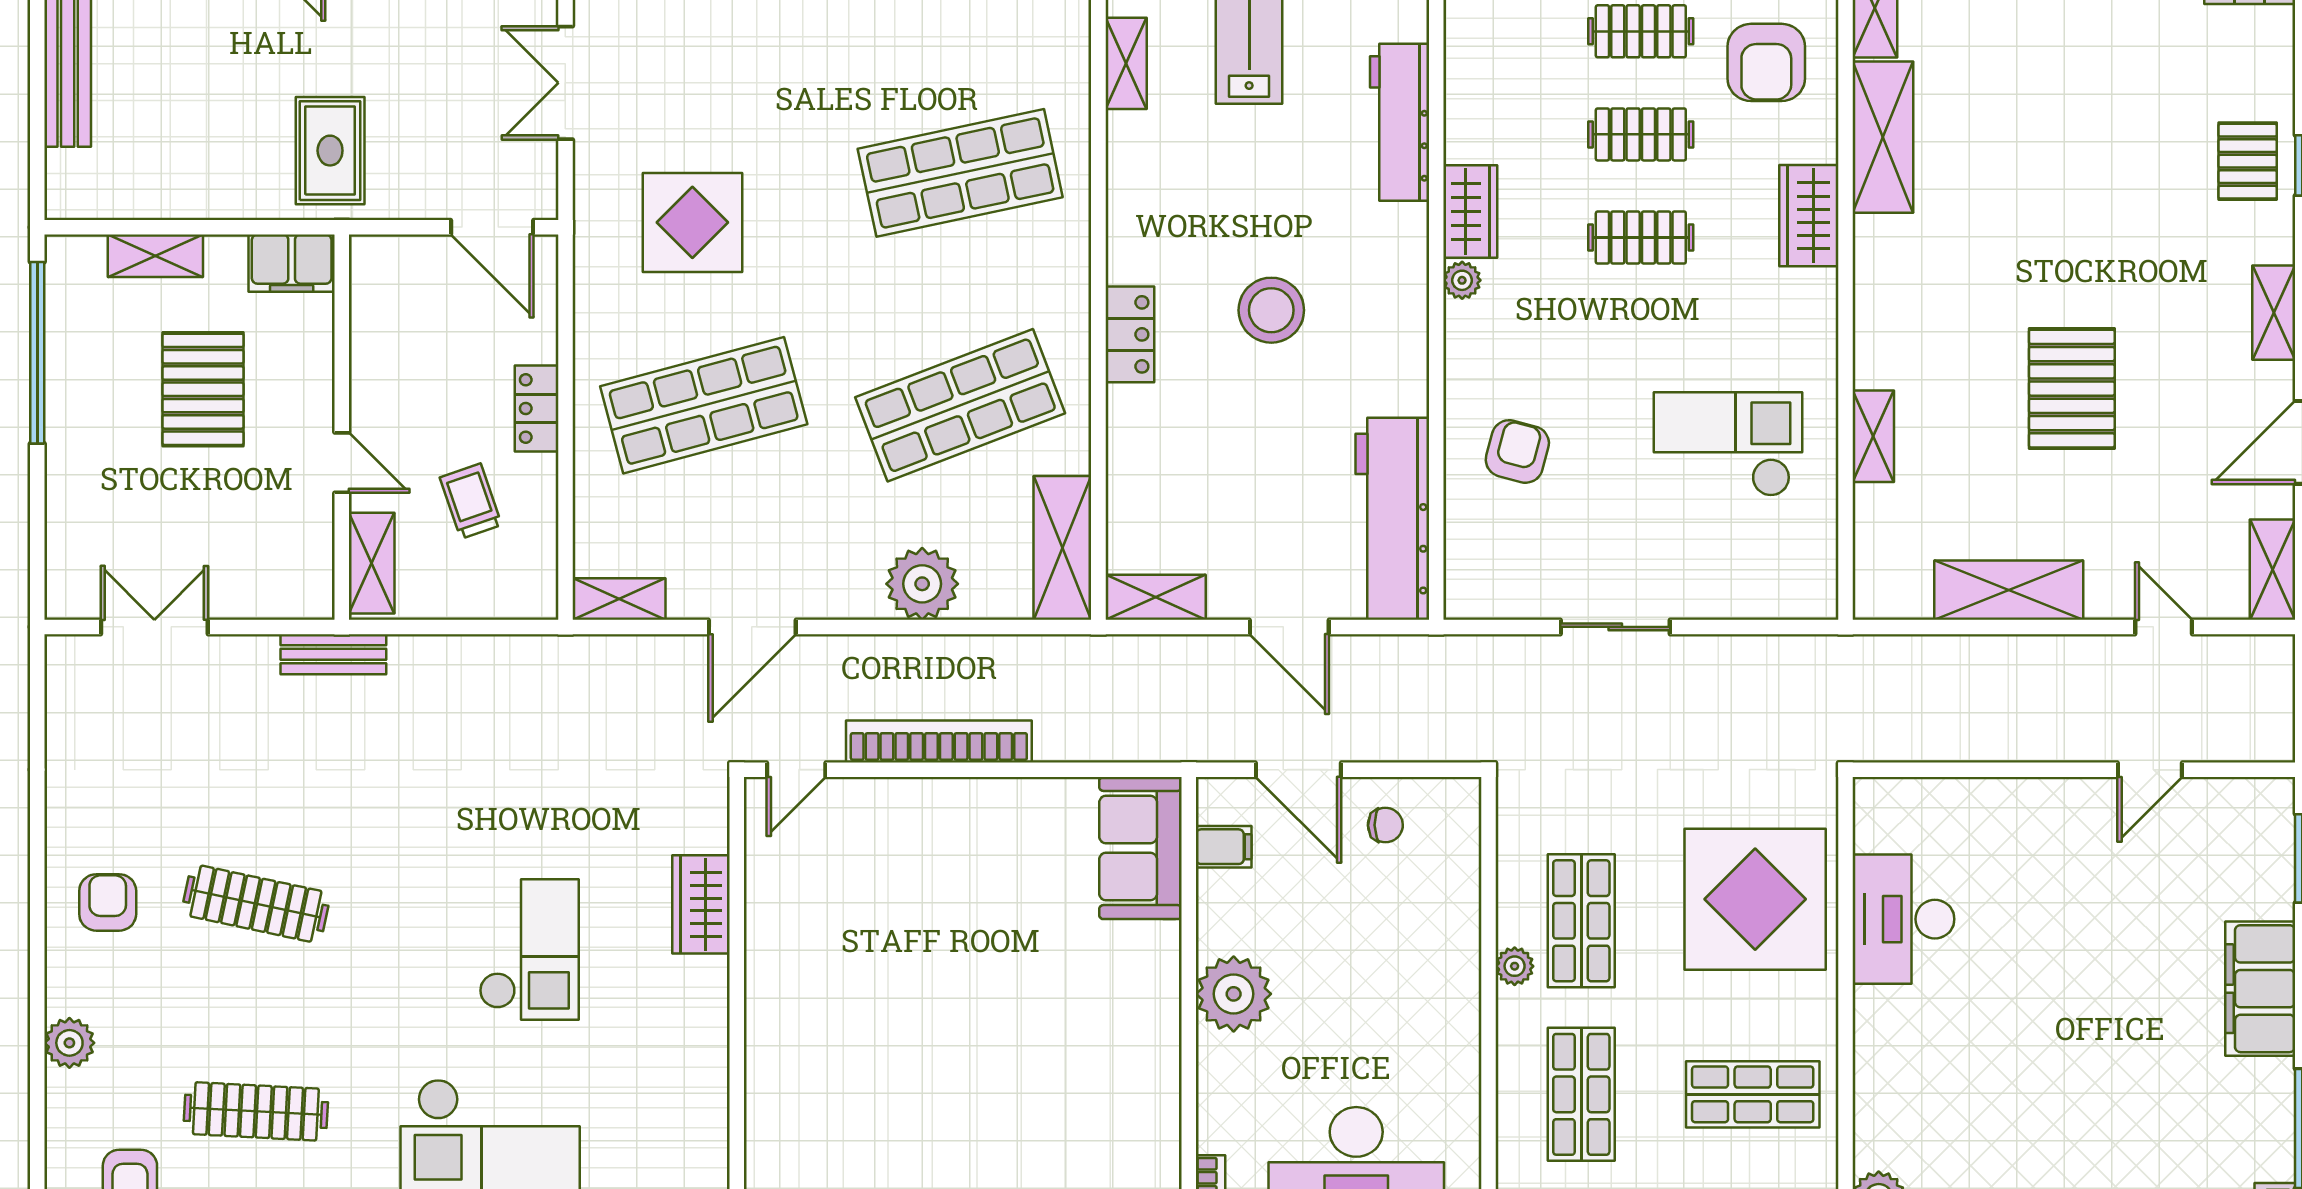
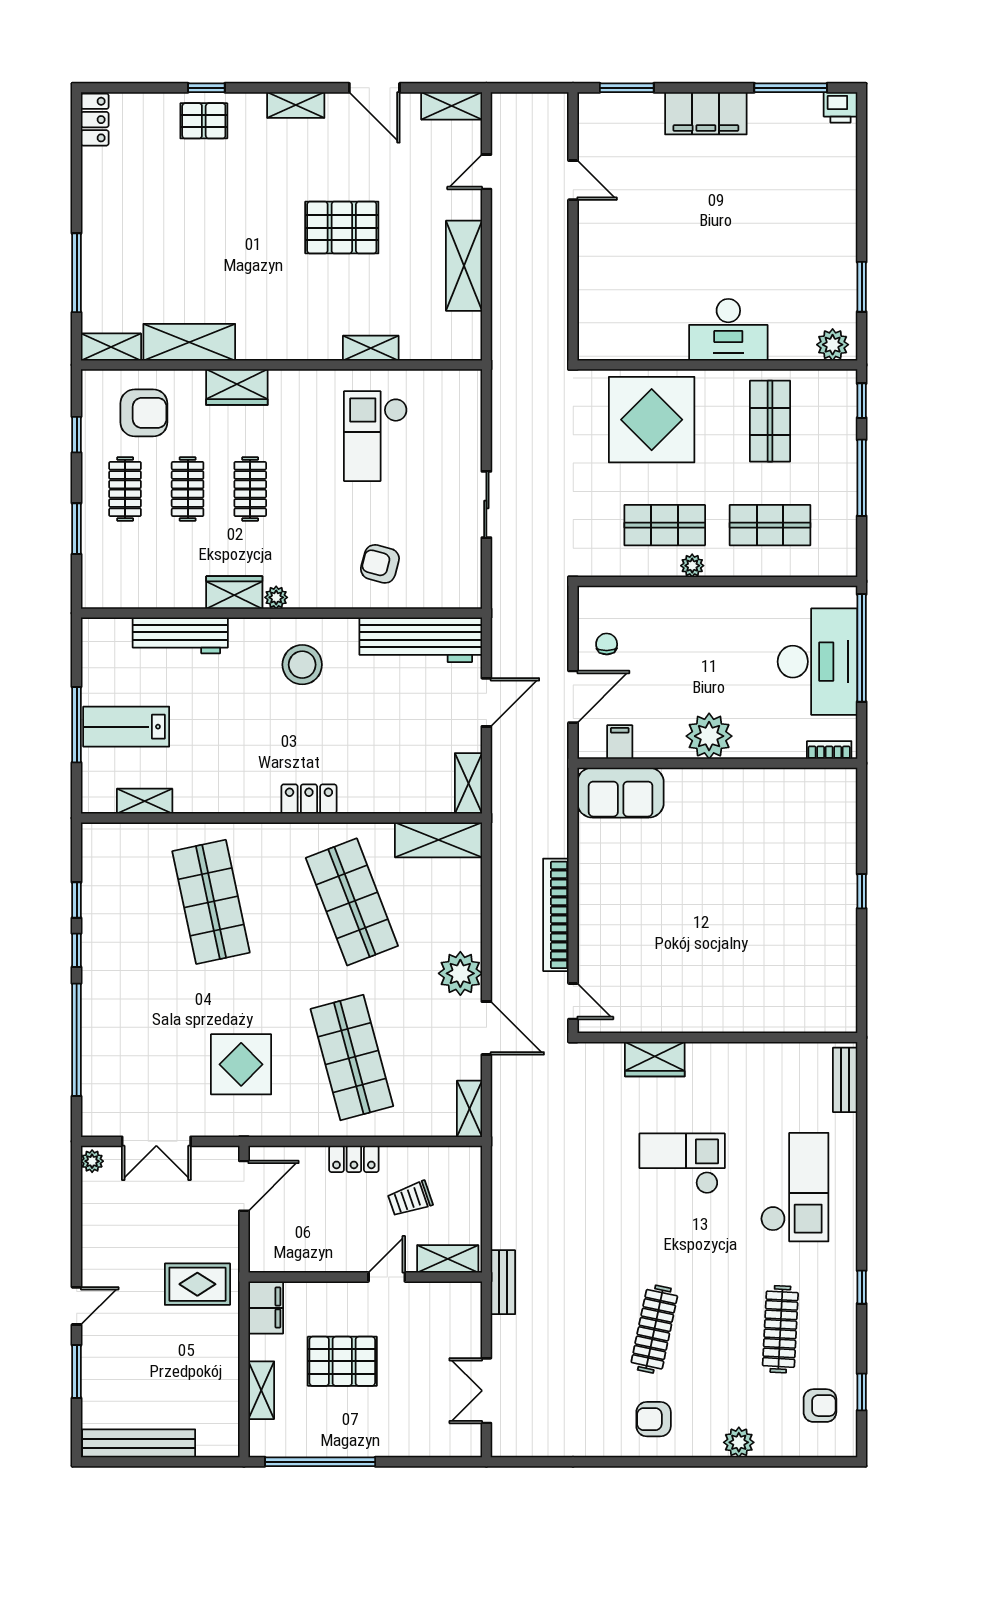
stool: (1271, 310) -> (302, 665), moved
plant: (922, 584) -> (460, 973), moved
desk: (1903, 919) -> (728, 330), moved

